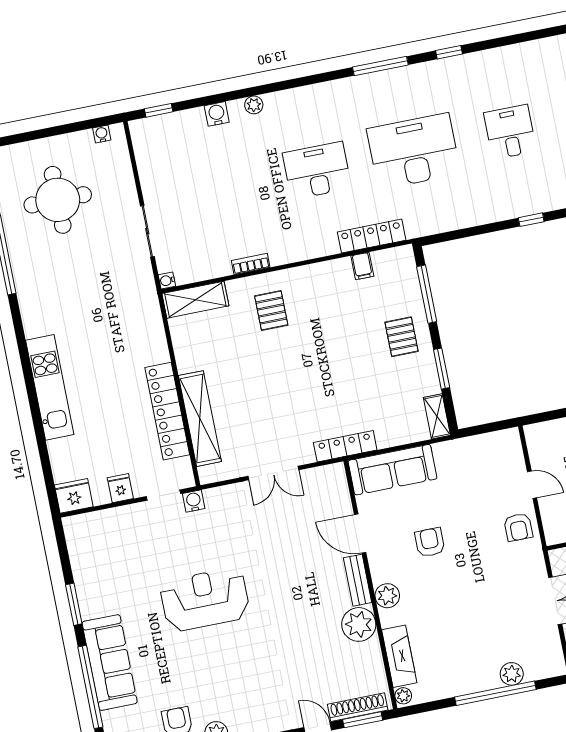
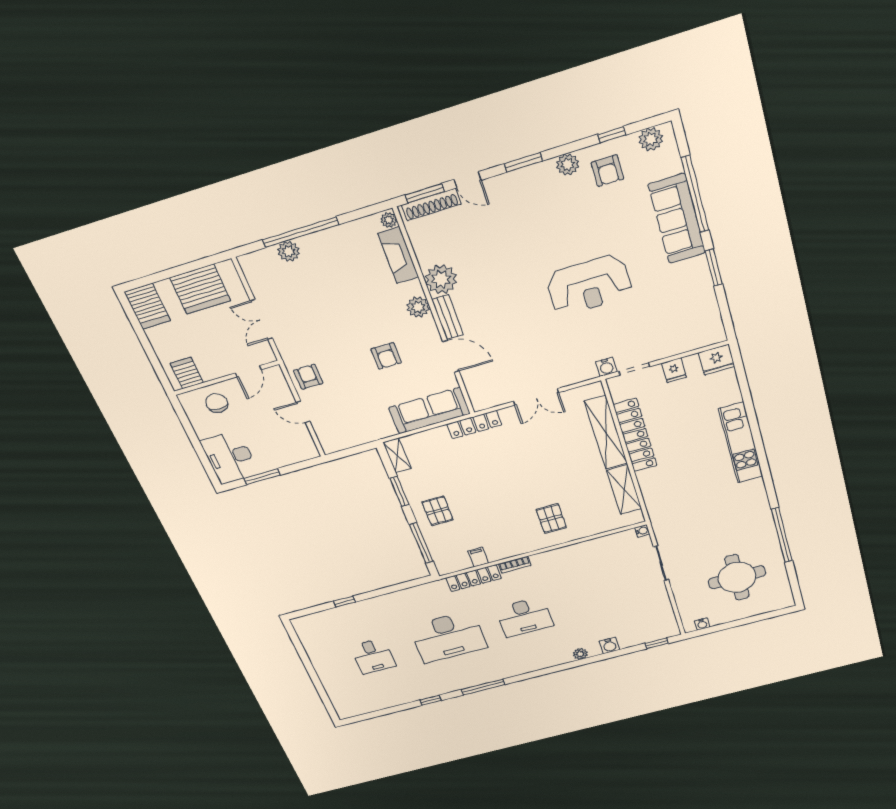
bookcase: (251, 264) -> (515, 565), moved
shelving: (195, 300) -> (624, 490), moved, turned 90
double door: (273, 473) -> (536, 397), swing flipped

